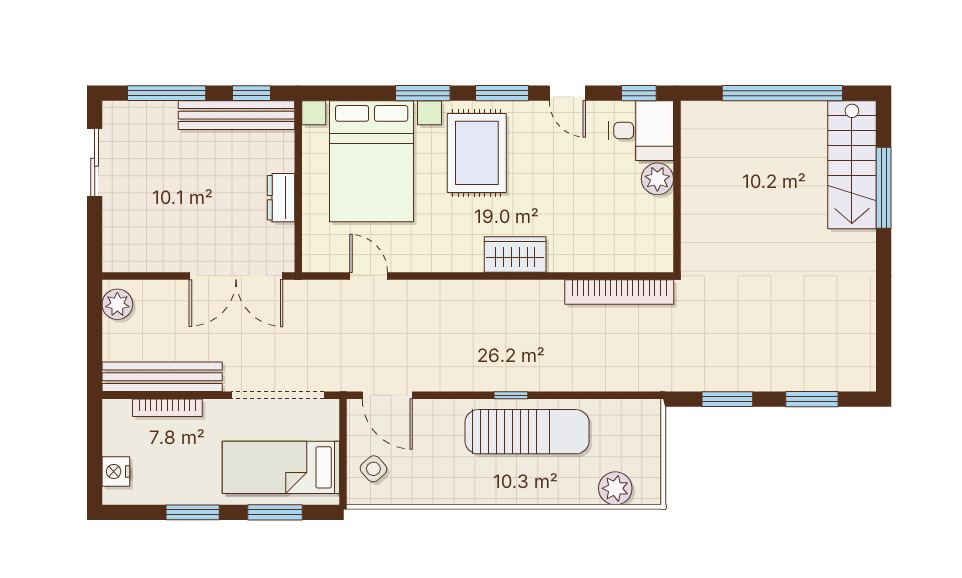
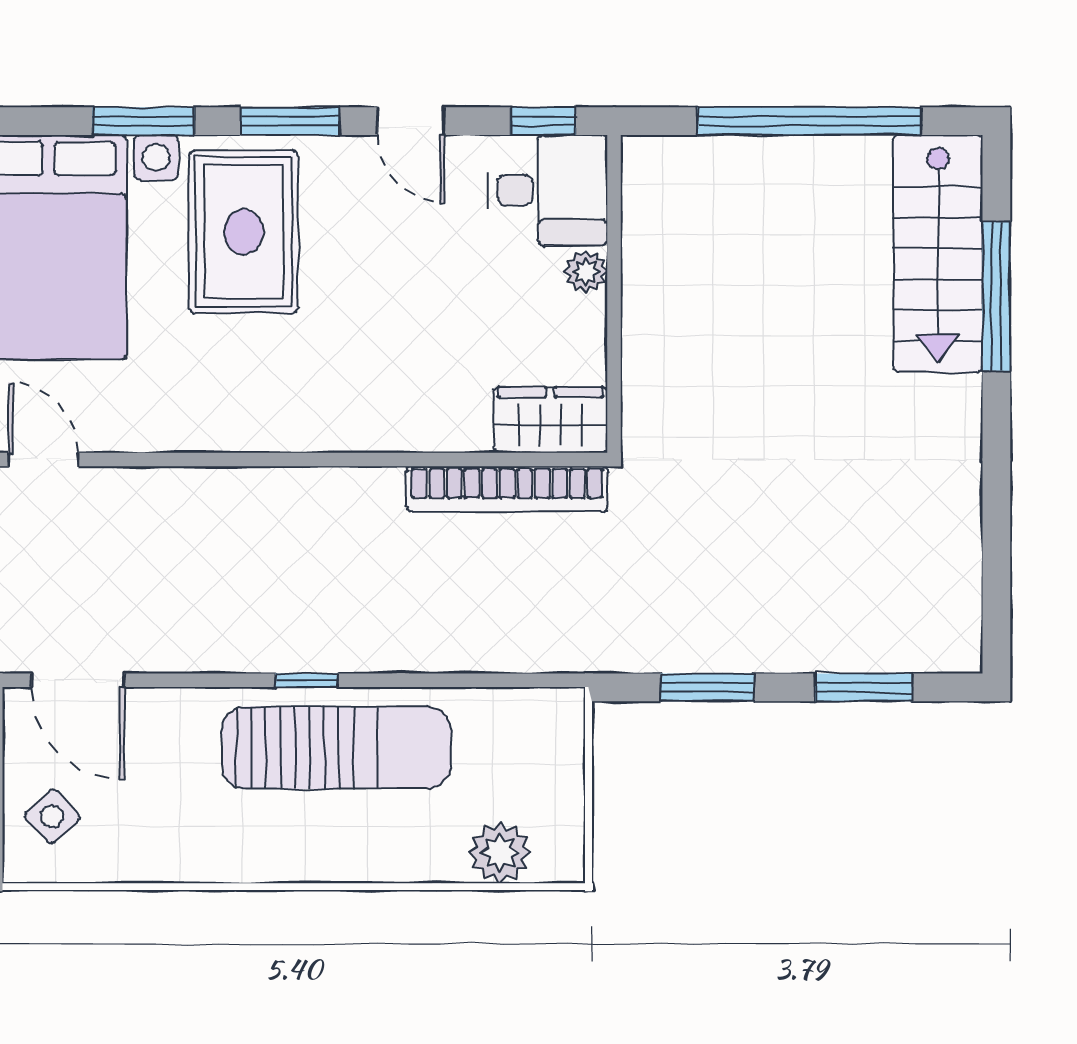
plant: (657, 179) -> (586, 272), width x0.73, depth x0.73
wardrobe: (515, 255) -> (550, 420), moved

